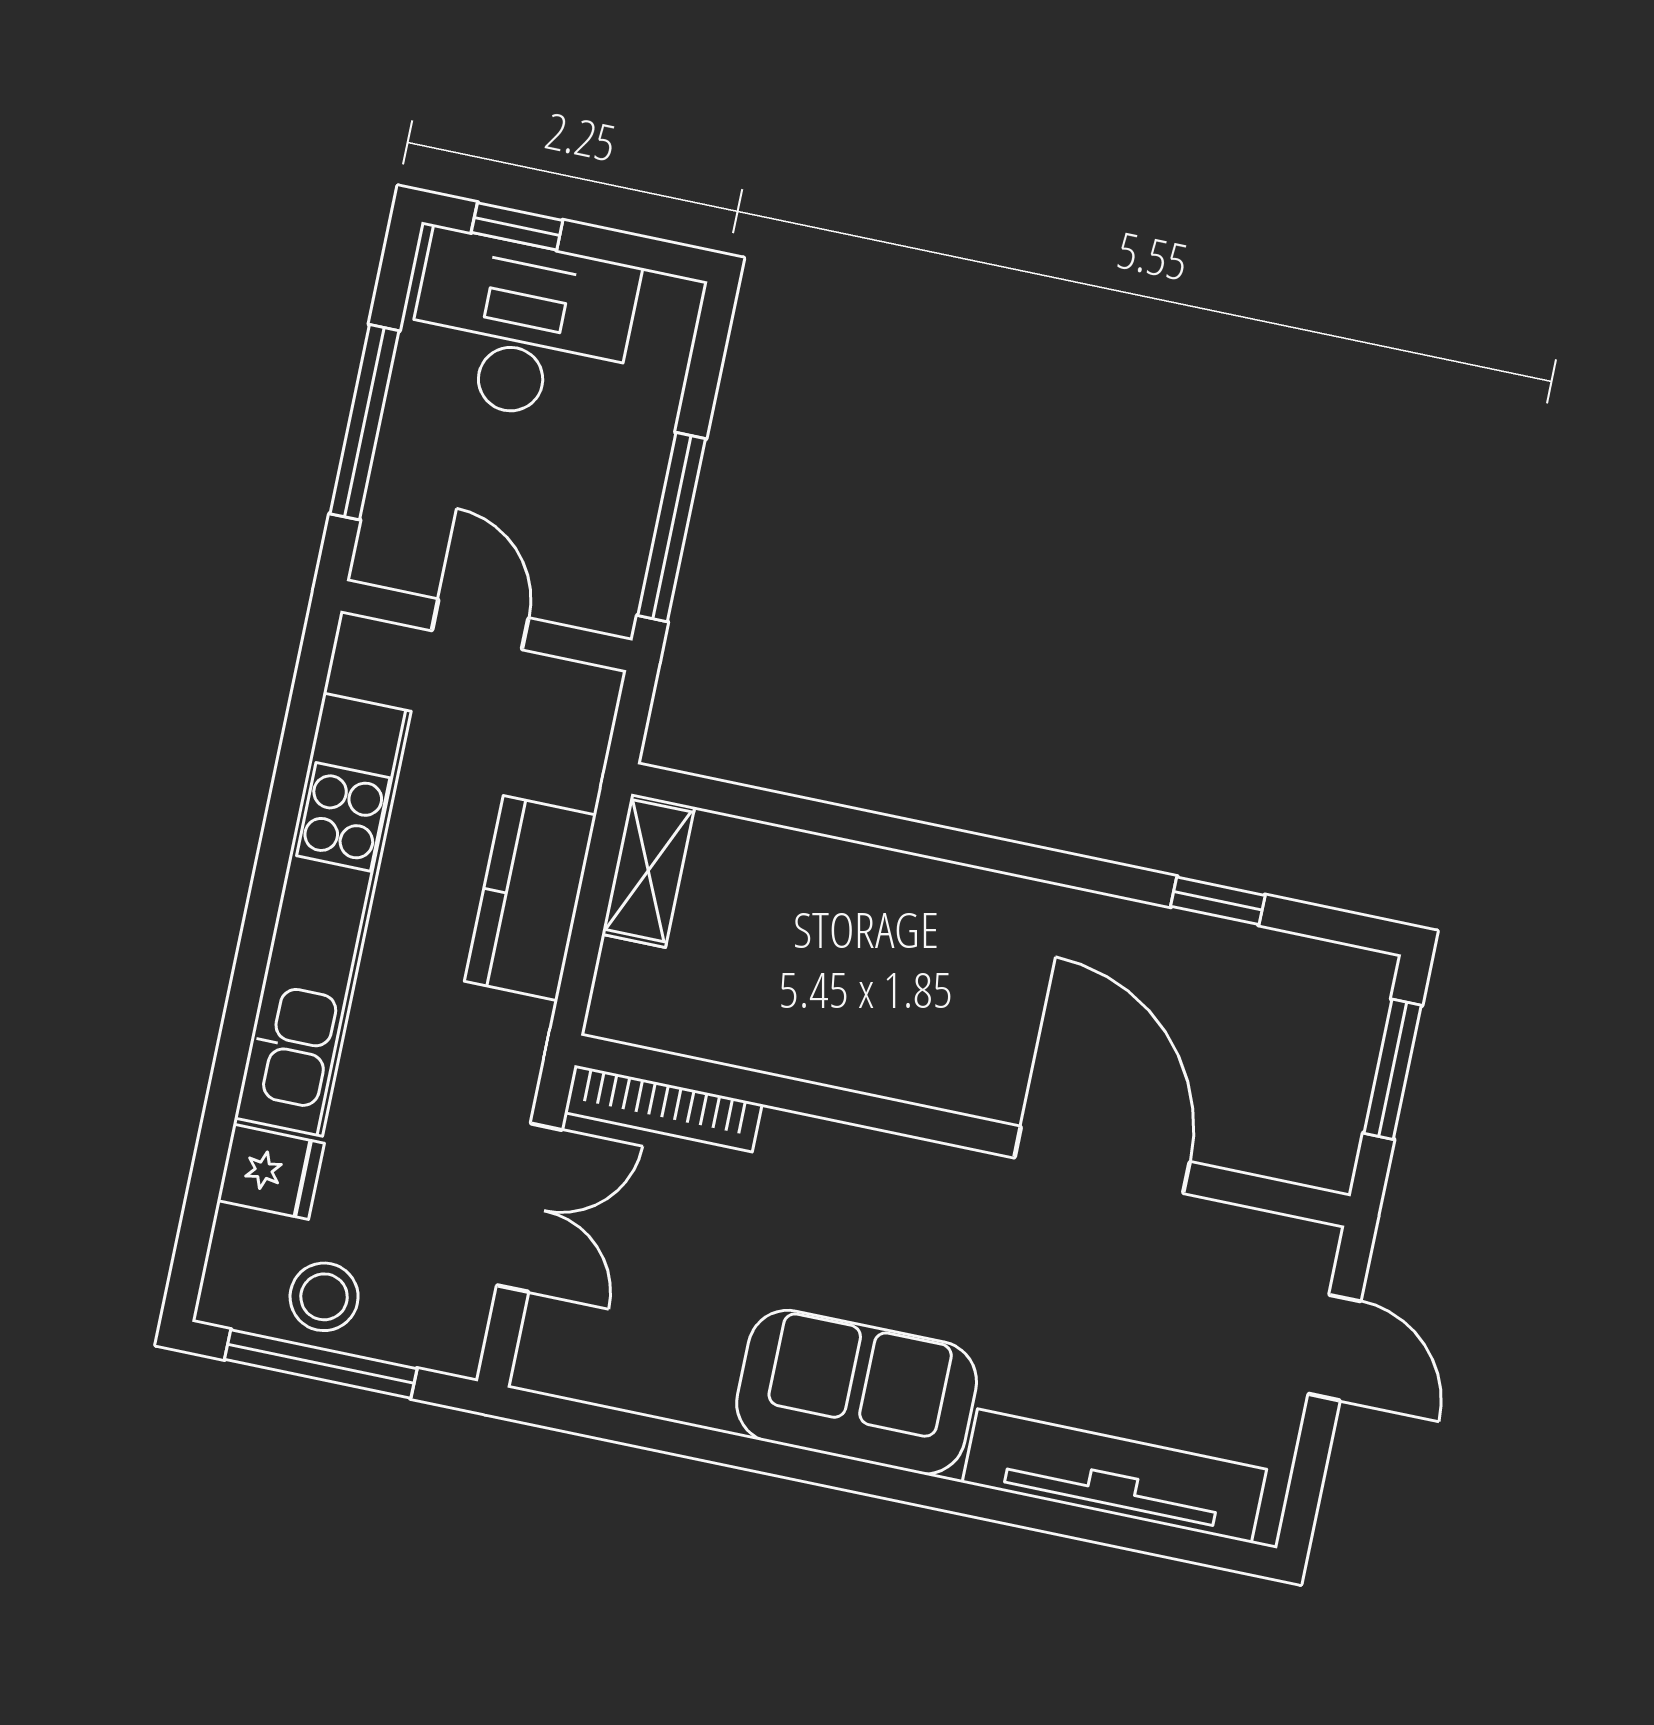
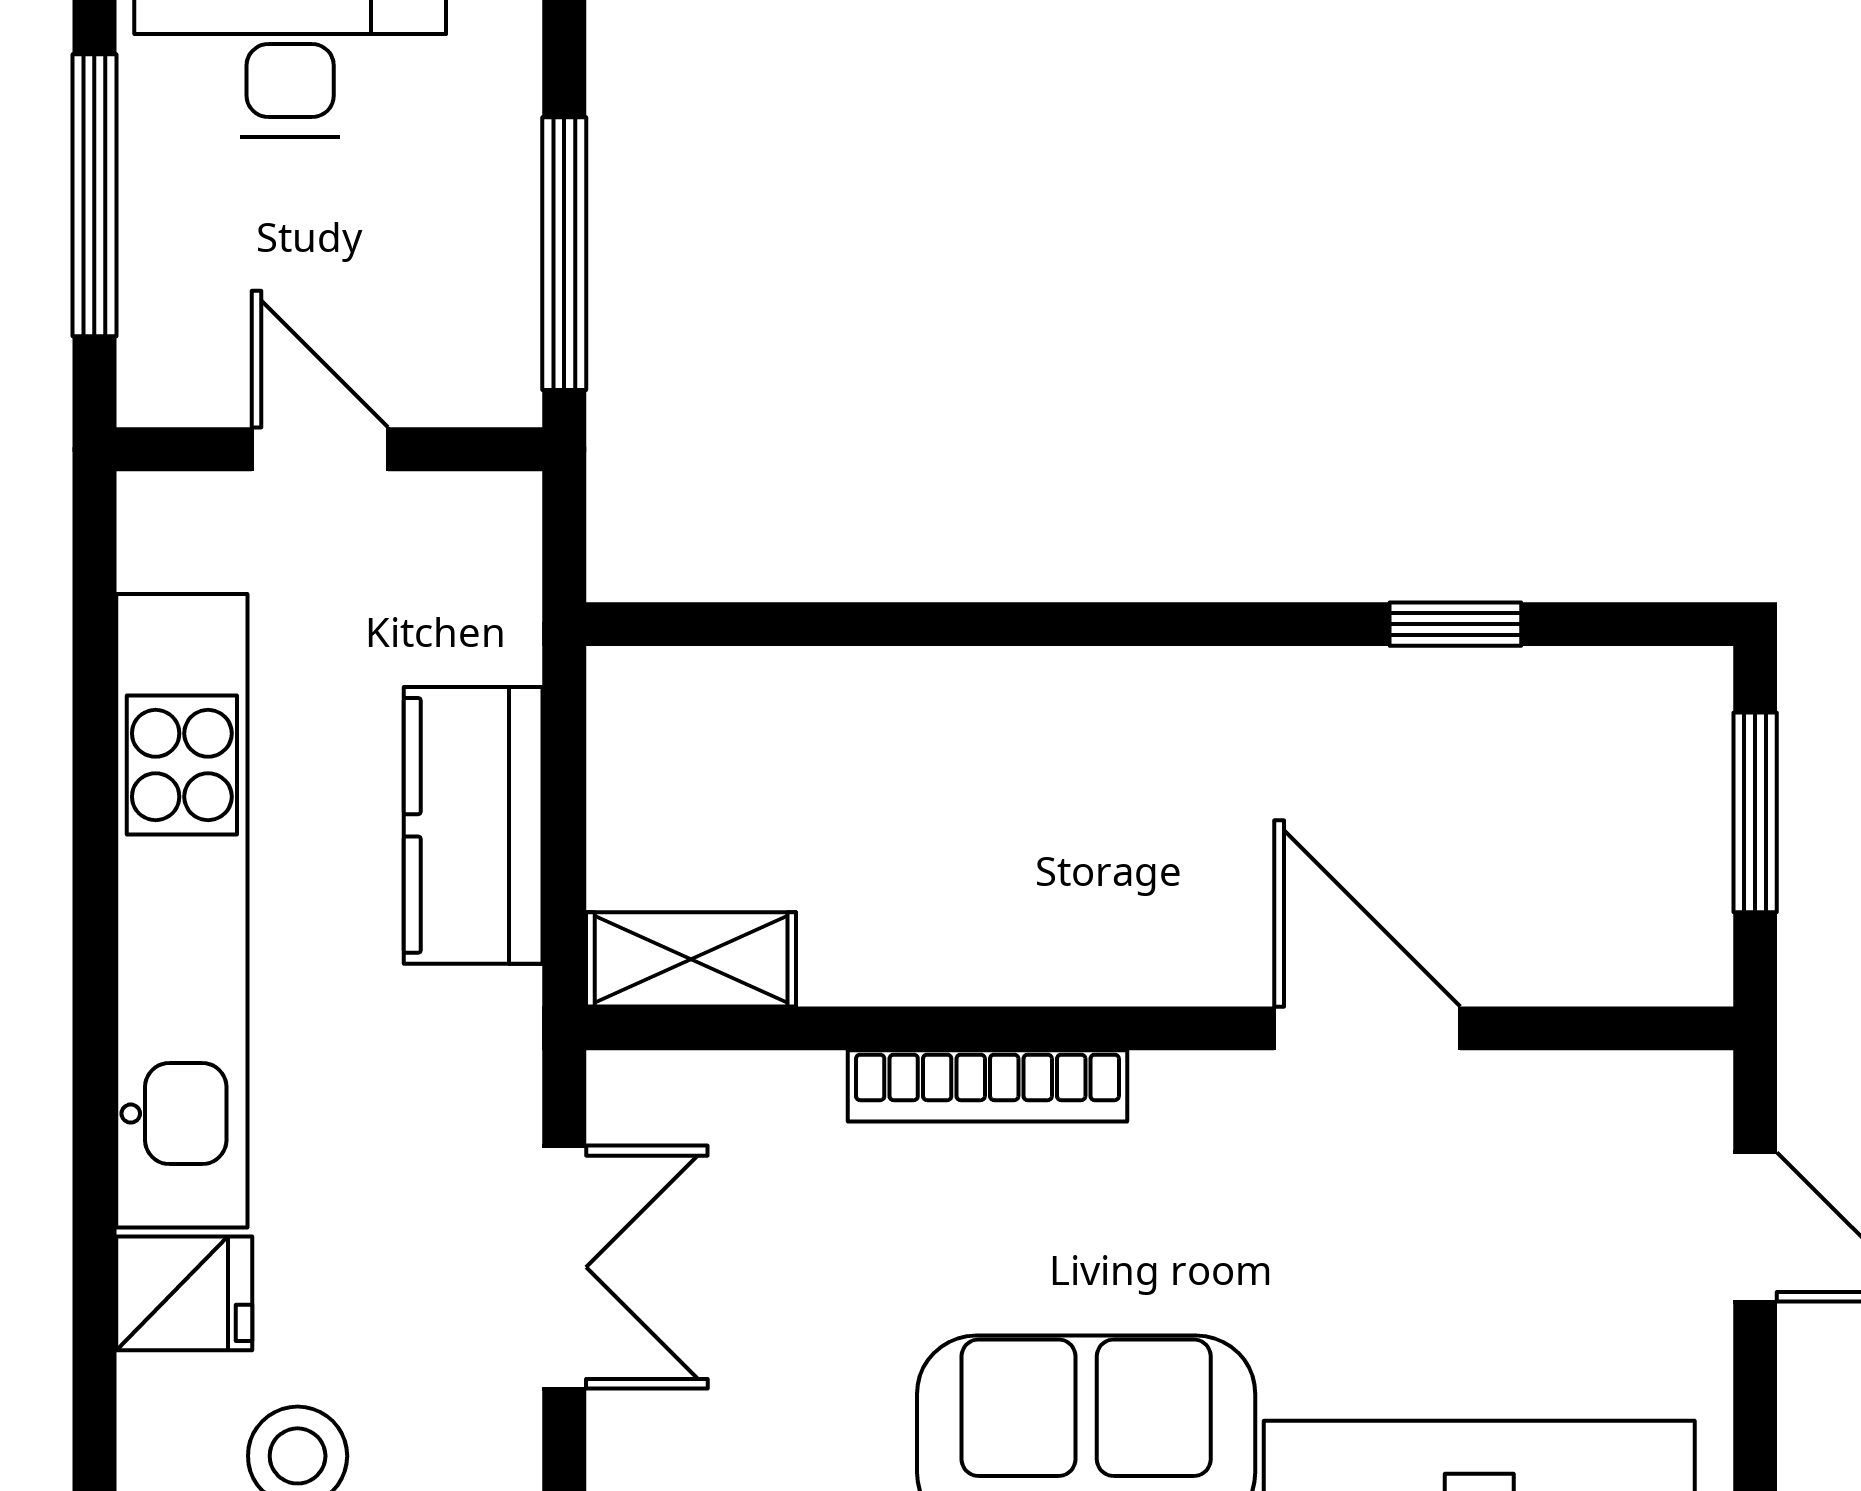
shelving: (648, 871) -> (691, 959), moved, turned 90
bookcase: (663, 1109) -> (987, 1086), moved
door: (1102, 1160) -> (1367, 1028), width x0.73

